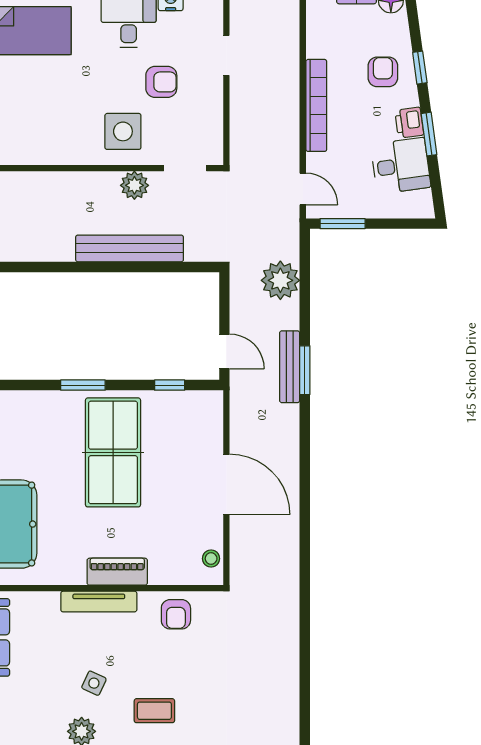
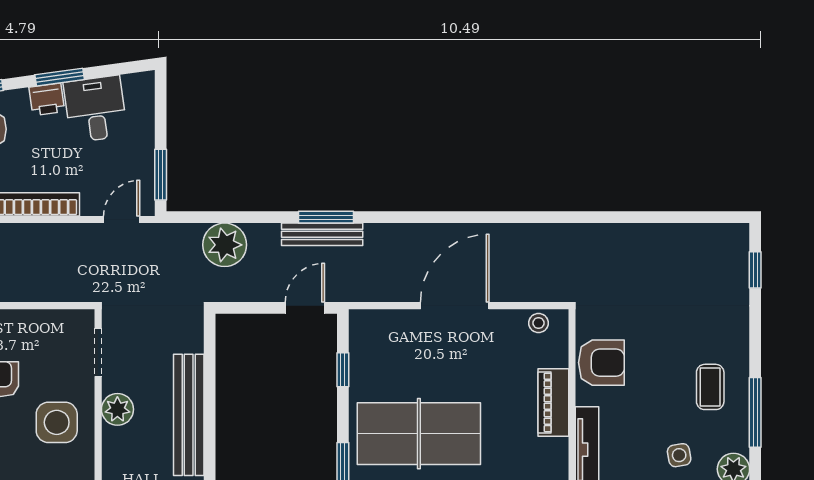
piano: (117, 572) -> (553, 402), moved
armchair: (176, 614) -> (601, 363), width x1.38, depth x1.38
side table: (94, 683) -> (679, 455), turned -35

